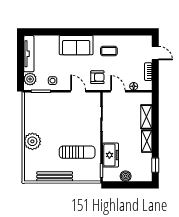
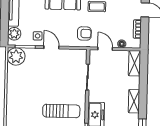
door: (78, 91) -> (51, 47), moved
shelving: (146, 117) -> (134, 63), moved
plant: (32, 141) -> (16, 56), moved

